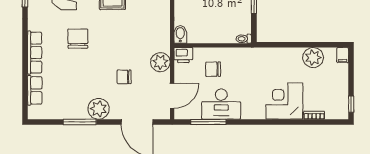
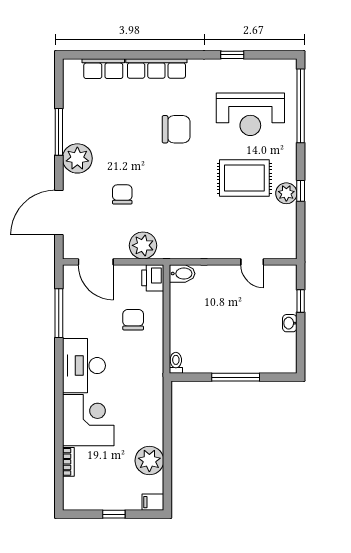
desk: (221, 104) -> (84, 366), moved
window: (351, 104) -> (114, 514), moved

